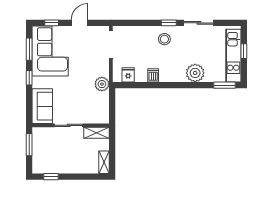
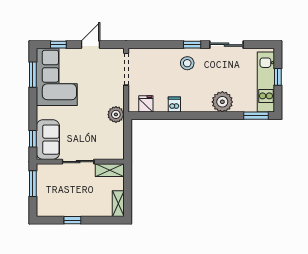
window: (29, 78) -> (33, 139), moved
window: (51, 177) -> (72, 220), moved

